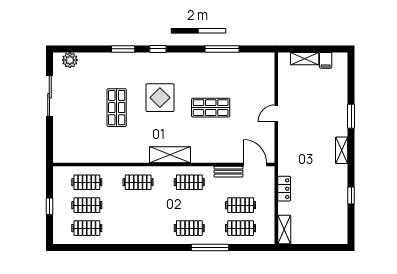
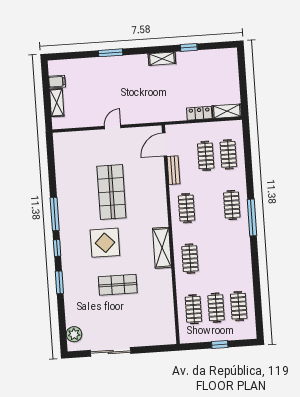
window: (222, 49) -> (55, 214), moved
shop shelf: (211, 108) -> (111, 192), width x1.43, depth x1.36
door: (276, 113) -> (113, 127), swing flipped
shelving: (342, 150) -> (162, 59), moved
shelving: (170, 155) -> (162, 248), moved
locker: (284, 189) -> (199, 113), moved
window: (210, 248) -> (252, 217), moved

